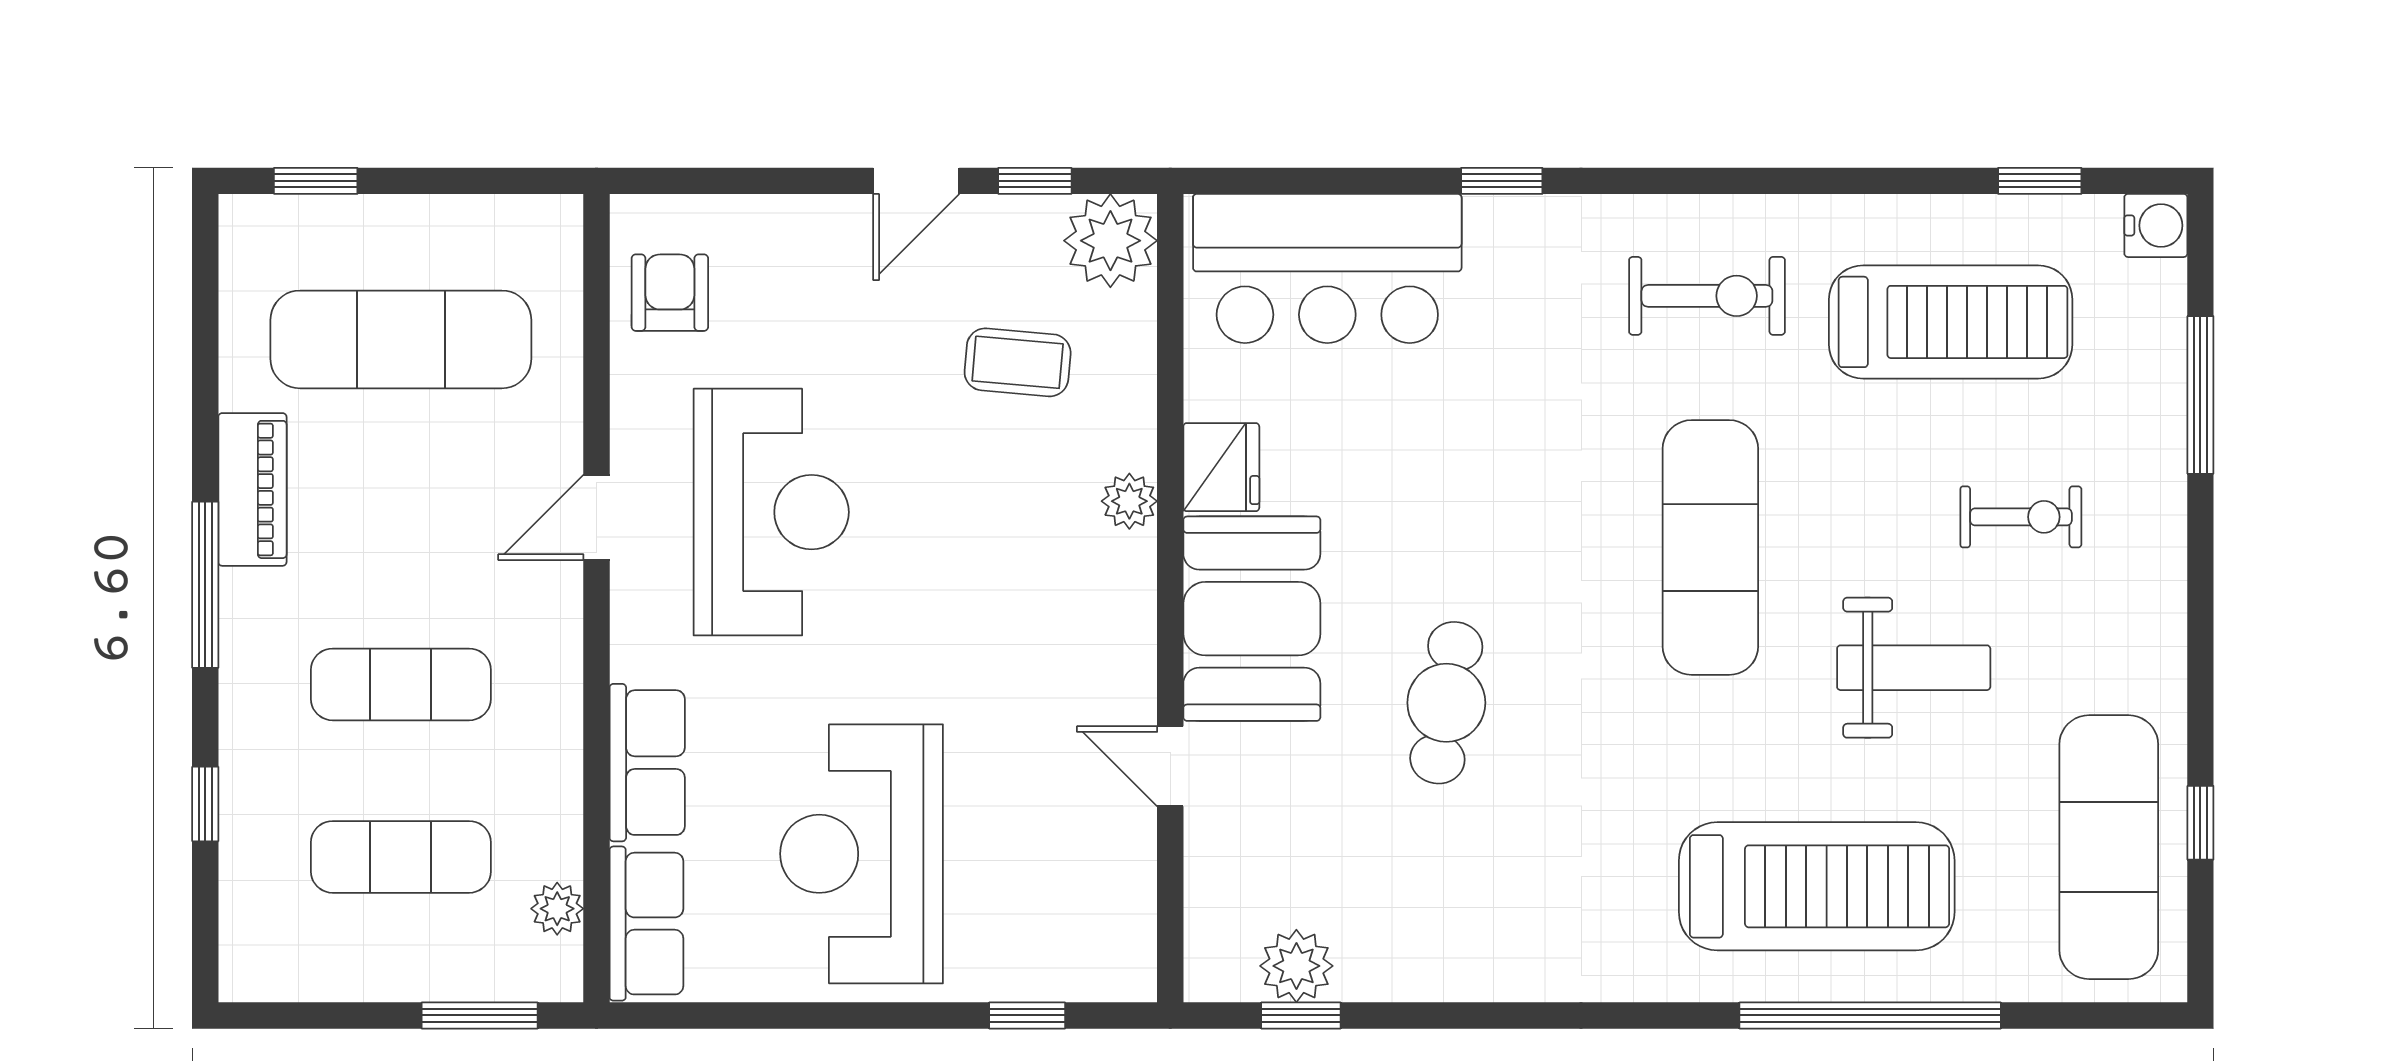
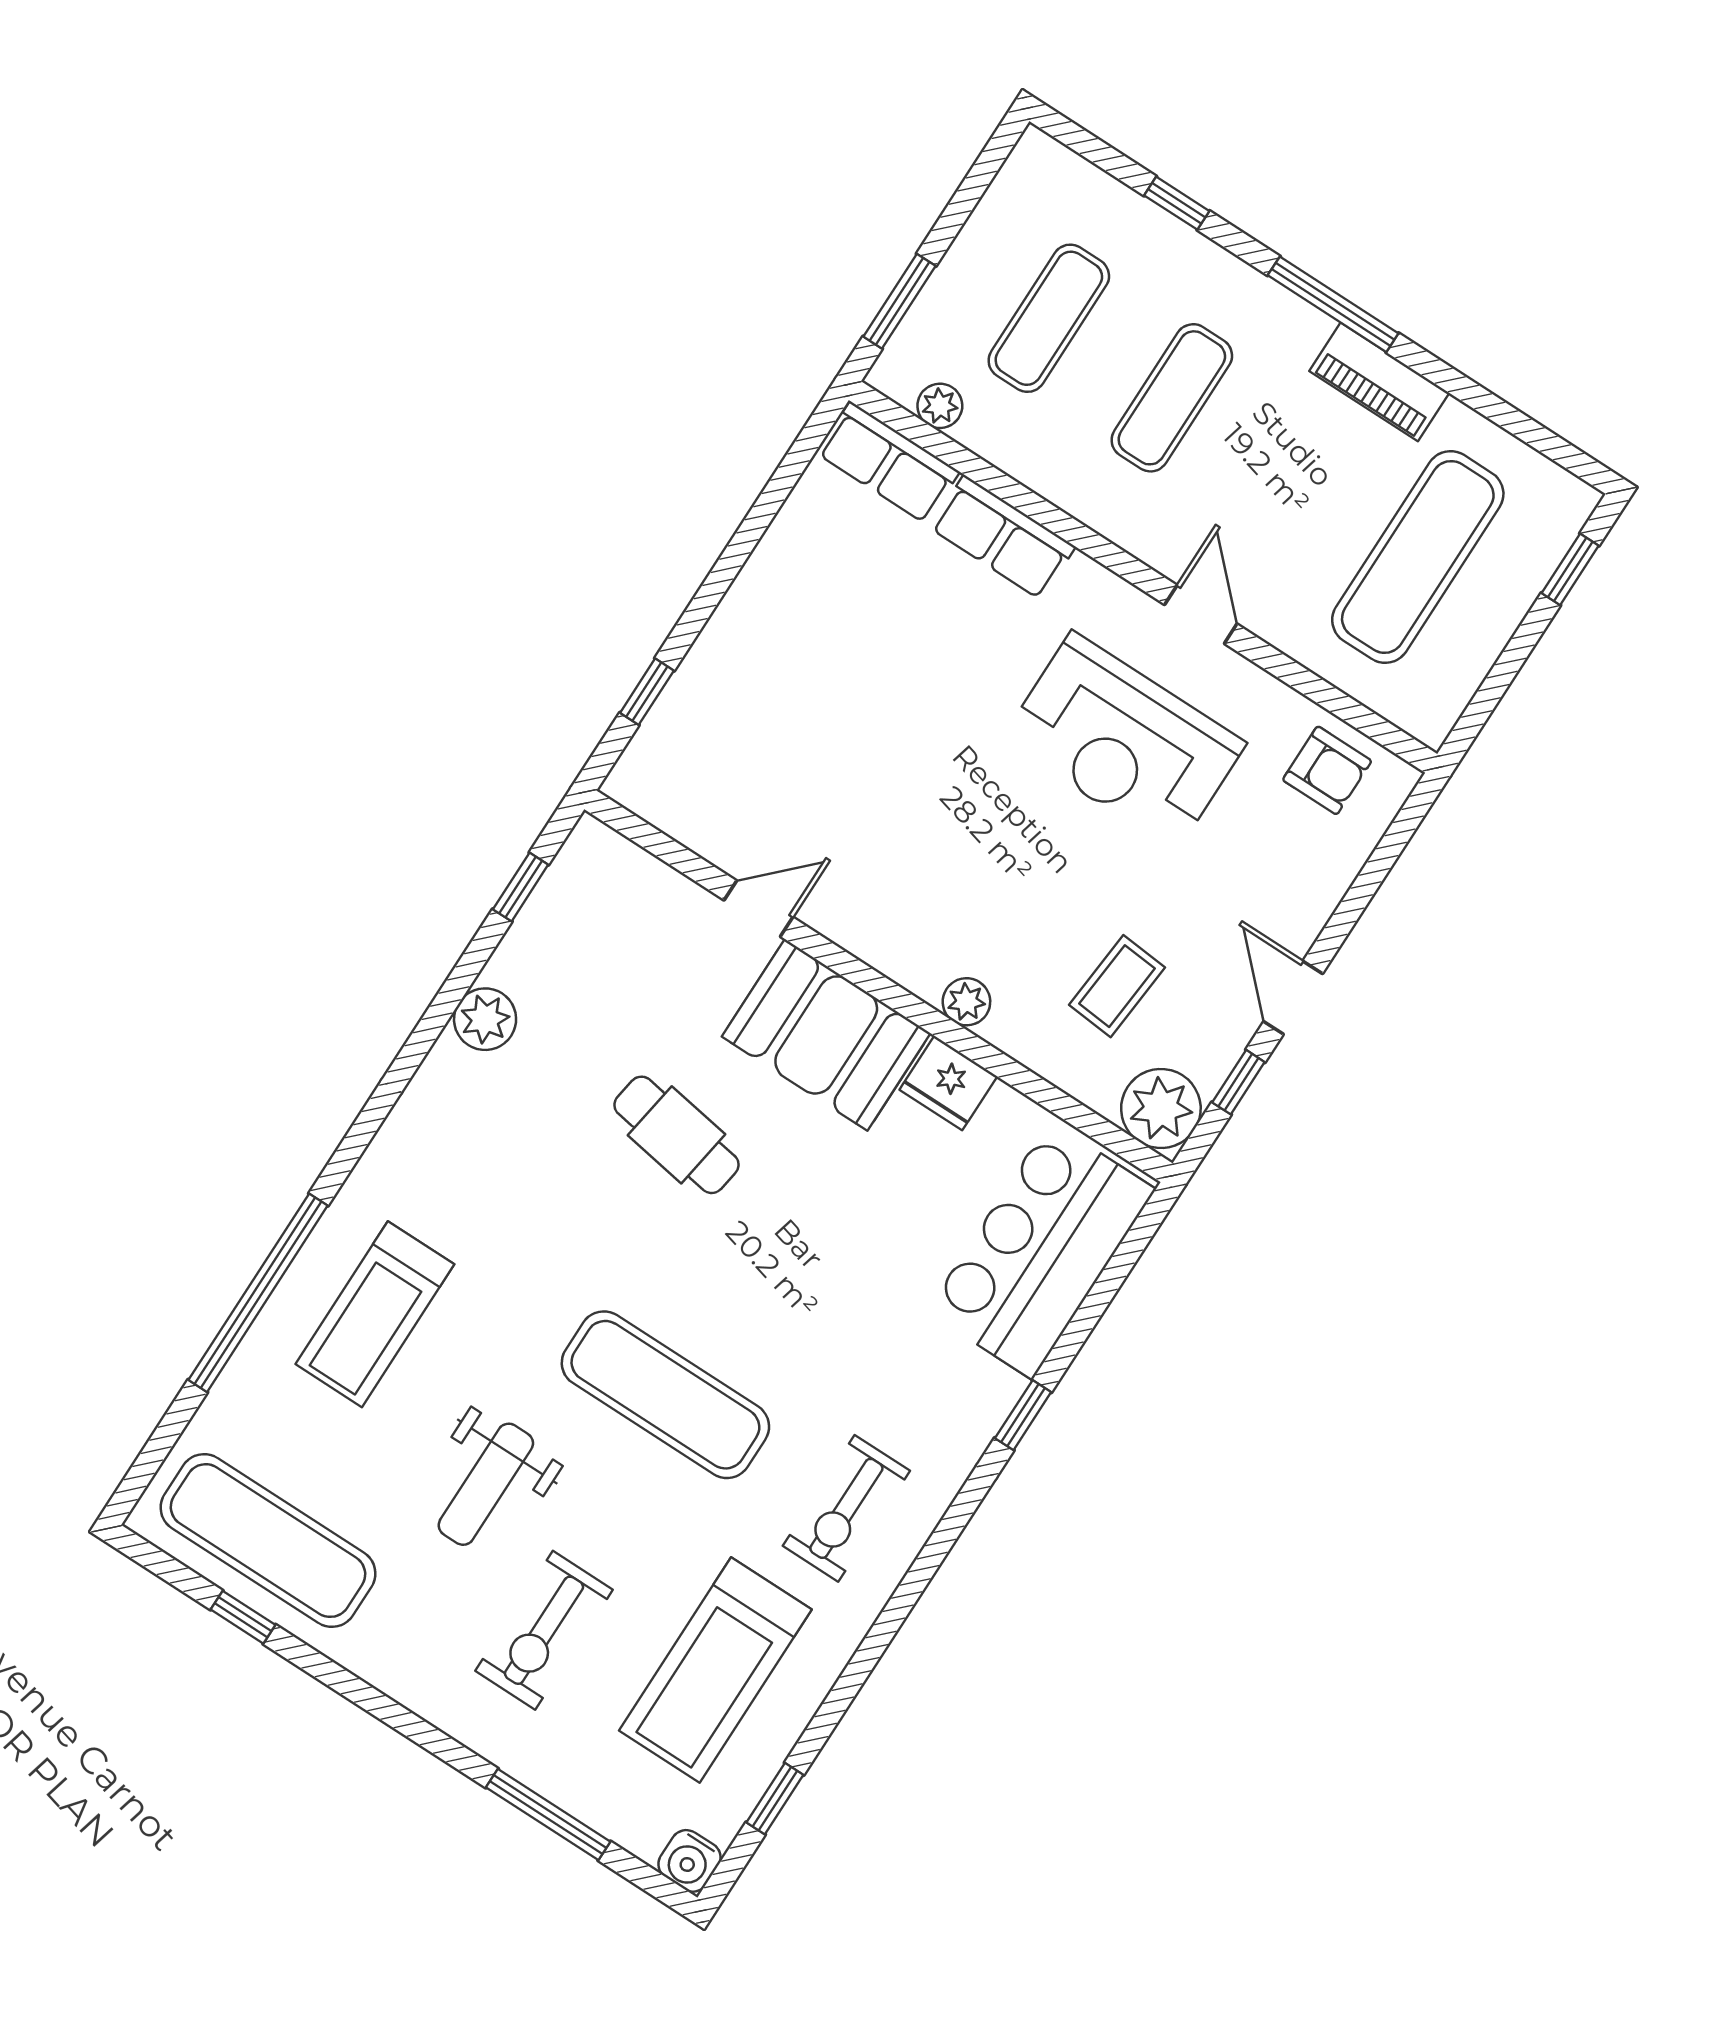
exercise bike: (2021, 517) -> (544, 1630), width x1.38, depth x1.39
reception desk: (862, 854) -> (839, 648), removed
treadmill: (1817, 886) -> (375, 1314), width x0.73, depth x0.73
plant: (1296, 966) -> (485, 1019), moved

